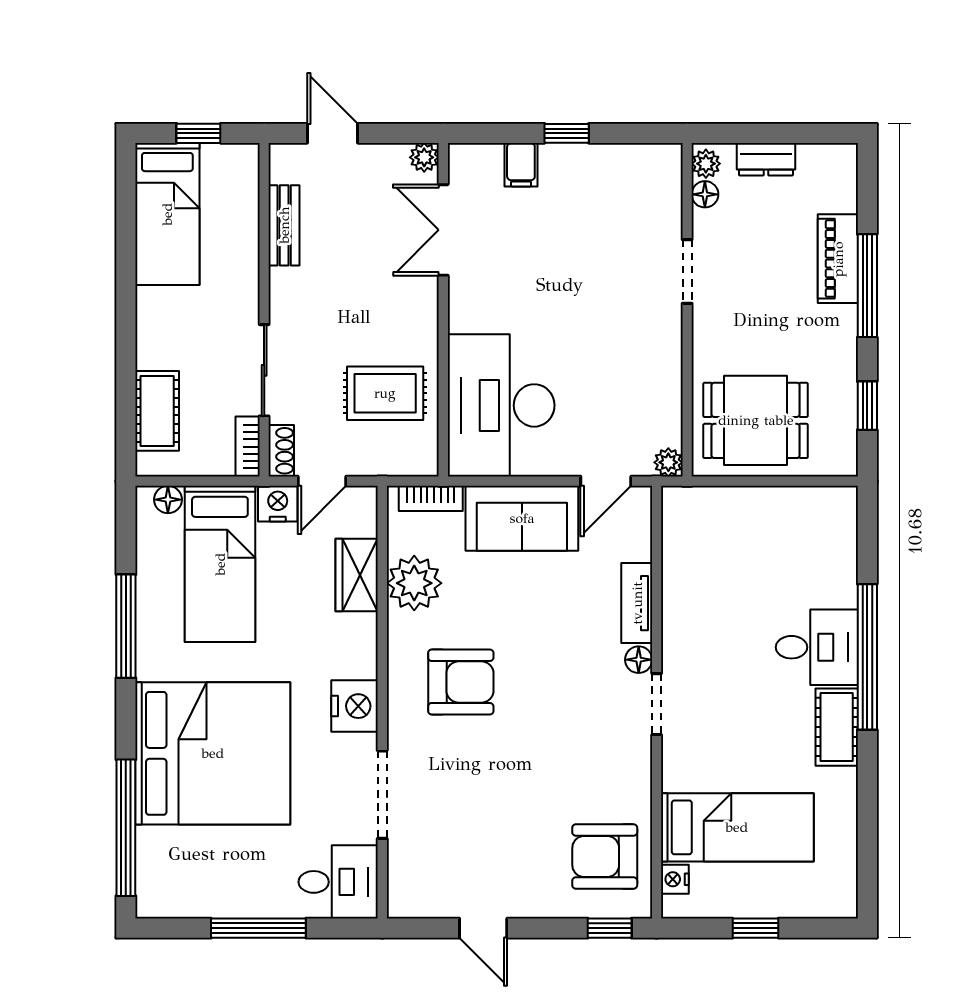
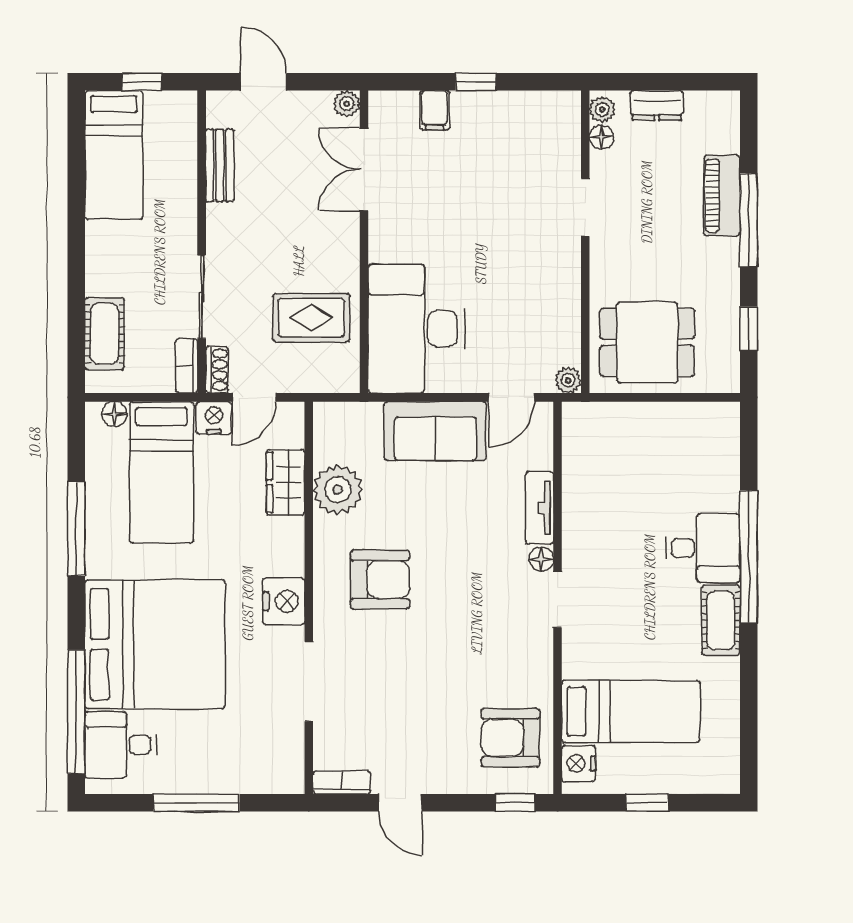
bookcase: (431, 498) -> (342, 783), moved, turned 180
nightstand: (675, 879) -> (579, 763), width x1.39, depth x1.35
desk: (338, 882) -> (121, 745), moved, turned 180

